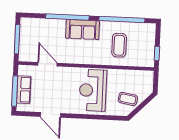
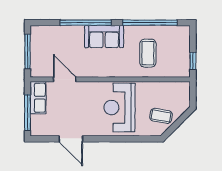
row of seats: (24, 90) -> (38, 98), moved

